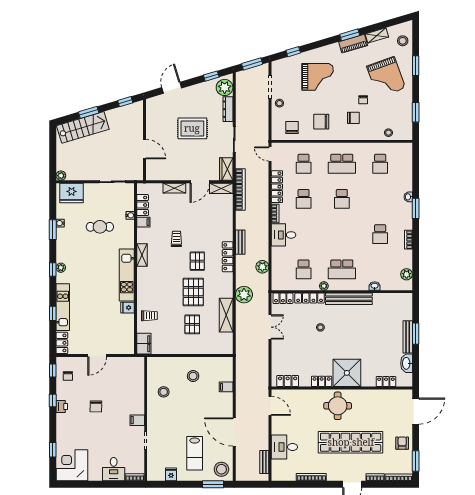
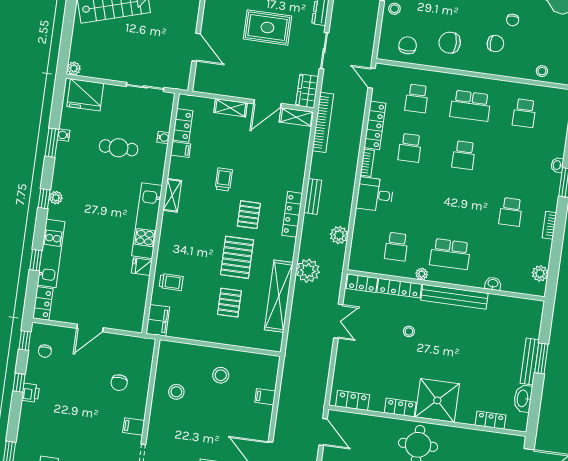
shelving: (226, 315) -> (279, 296), width x1.47
chair: (96, 406) -> (119, 383), moved

